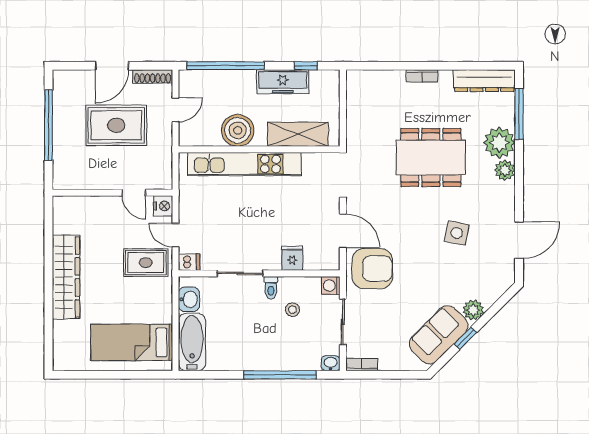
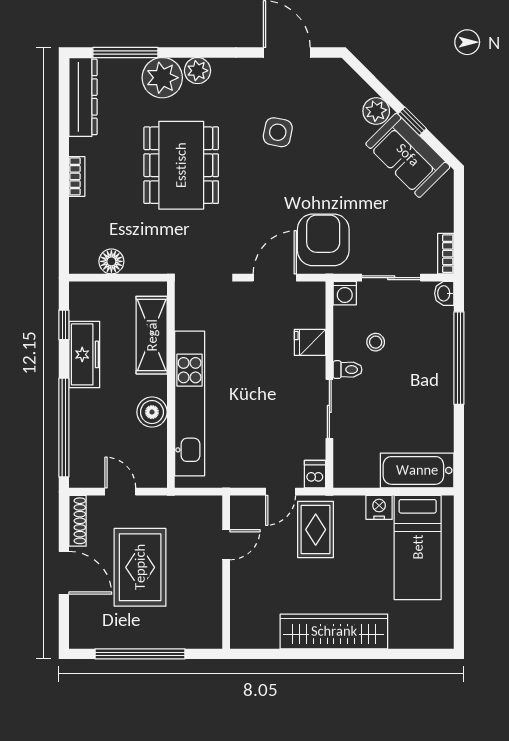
floor lamp: (356, 103) -> (111, 261), added
boiler: (238, 130) -> (152, 412), width x0.73, depth x0.73
nightstand: (163, 206) -> (379, 507), moved
washbasin: (189, 299) -> (362, 474), removed

